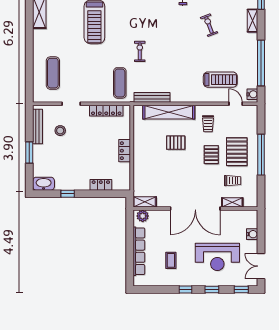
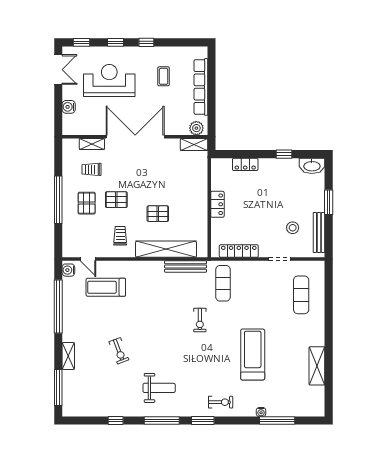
pallet: (237, 152) -> (87, 203), width x0.67, depth x0.71
pallet: (211, 155) -> (116, 200), turned 90

